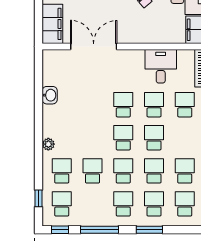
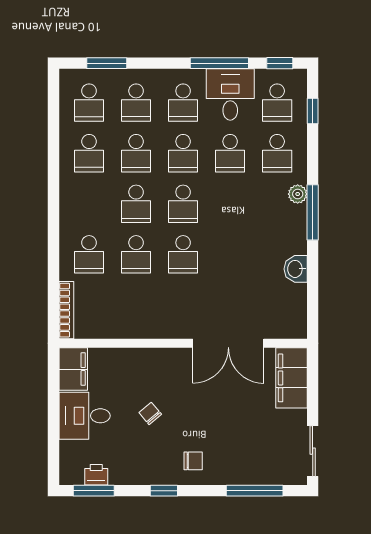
desk: (161, 66) -> (230, 94), moved, turned 180
window: (39, 132) -> (313, 212), added
window: (149, 230) -> (107, 63), moved

